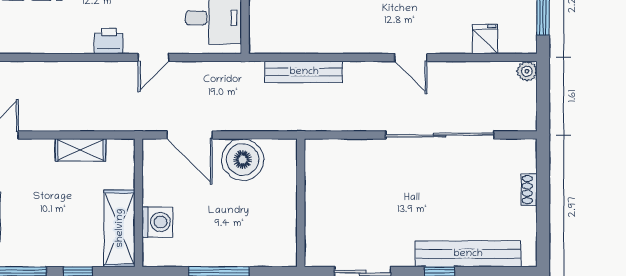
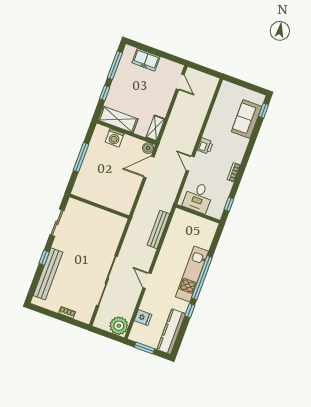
door: (411, 57) -> (147, 281), hinge flipped
plant: (527, 71) -> (119, 326), width x1.88, depth x1.88
shelving: (80, 150) -> (155, 128), moved
boiler: (243, 160) -> (148, 148), moved, width x0.54, depth x0.54

